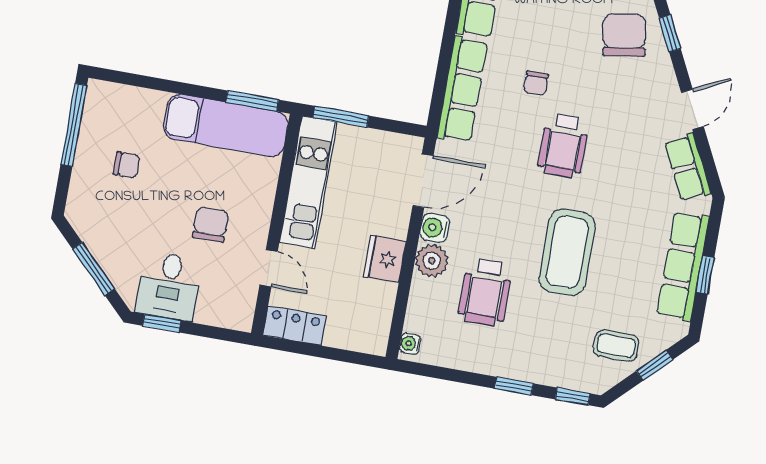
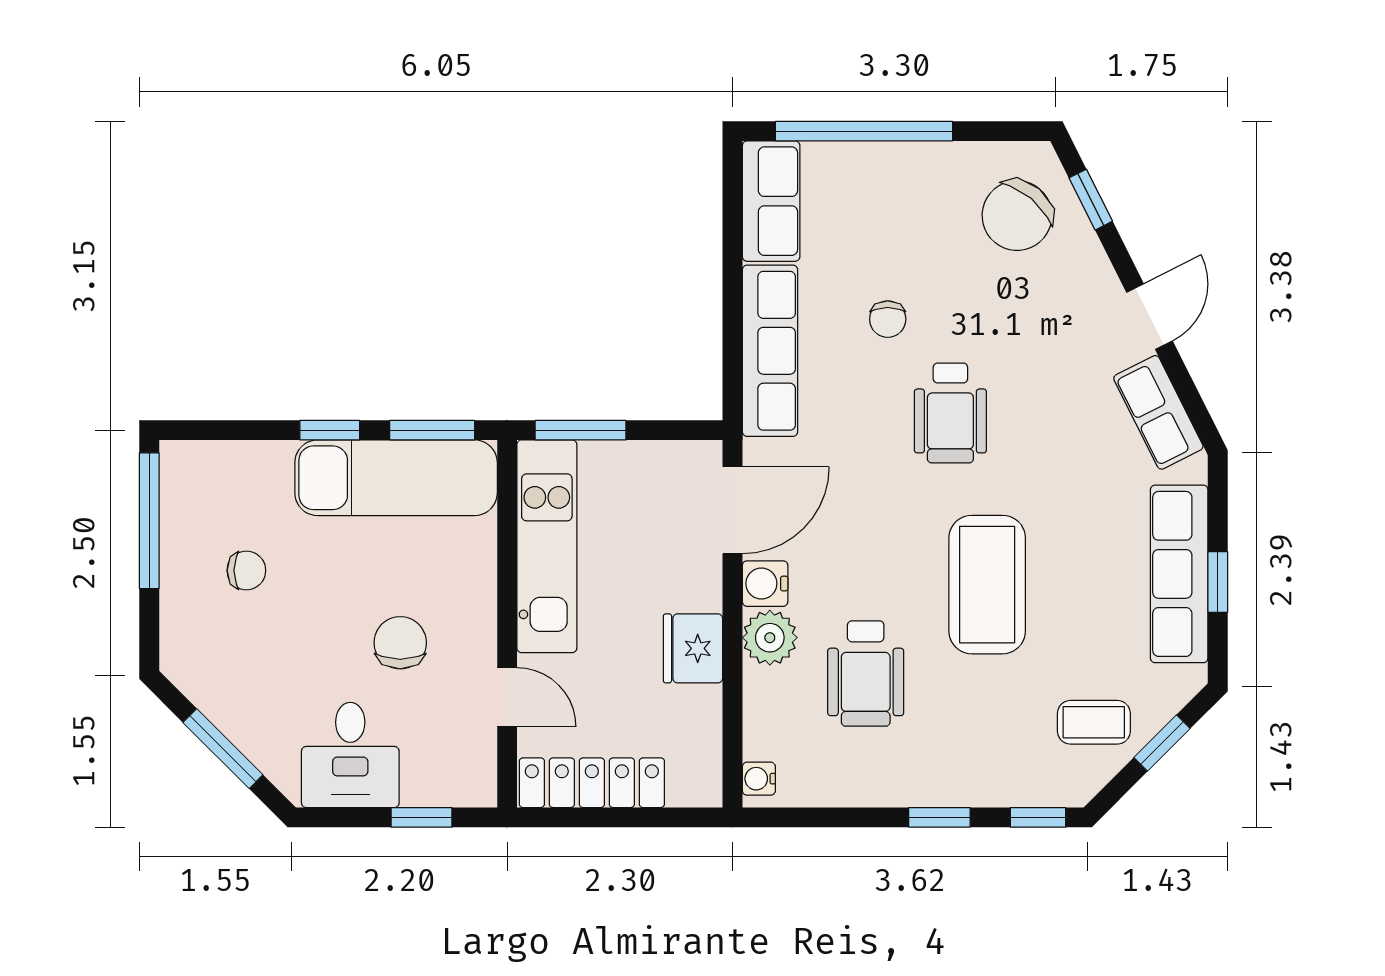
chair: (624, 35) -> (1017, 216), turned -131
window: (191, 90) -> (330, 430), added
window: (162, 323) -> (421, 817), moved
locker: (295, 326) -> (592, 783), width x1.53

